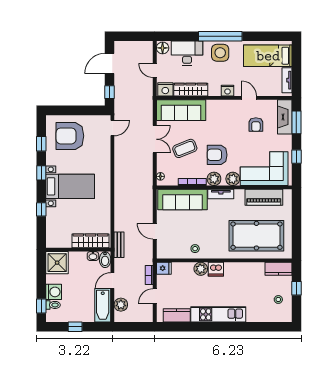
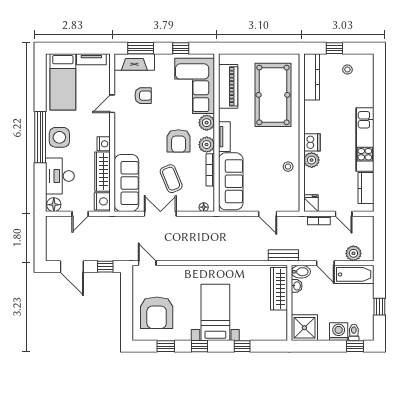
nightstand: (227, 91) -> (104, 144), moved
door: (155, 231) -> (268, 214), hinge flipped
kitchen counter: (279, 269) -> (312, 77), width x1.50

